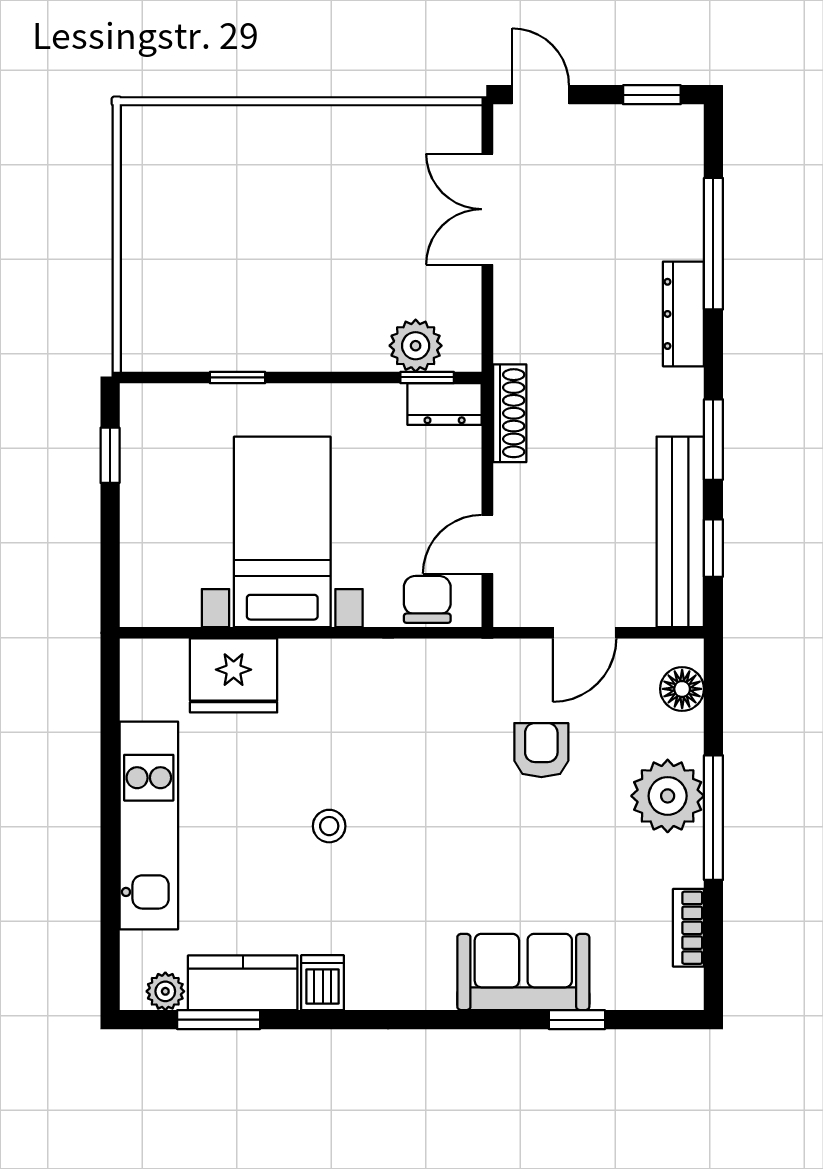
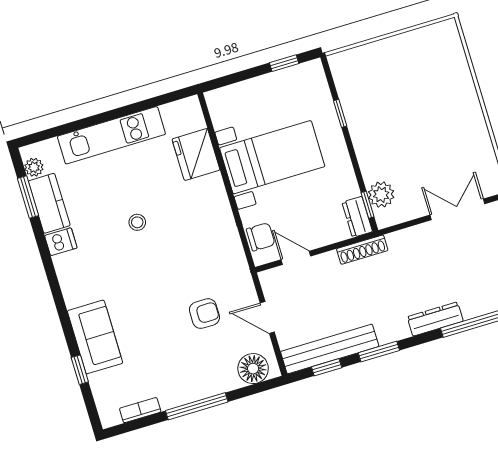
floor lamp: (682, 689) -> (253, 369), width x1.38, depth x1.38
plant: (668, 796) -> (201, 381), removed

